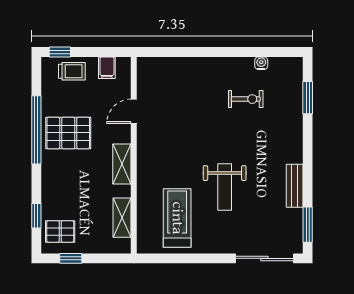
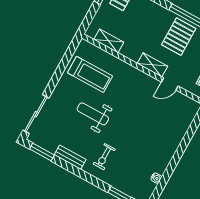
exercise bike: (246, 99) -> (104, 157), moved
door: (134, 111) -> (170, 84), swing flipped
shelving: (122, 164) -> (152, 65), moved

